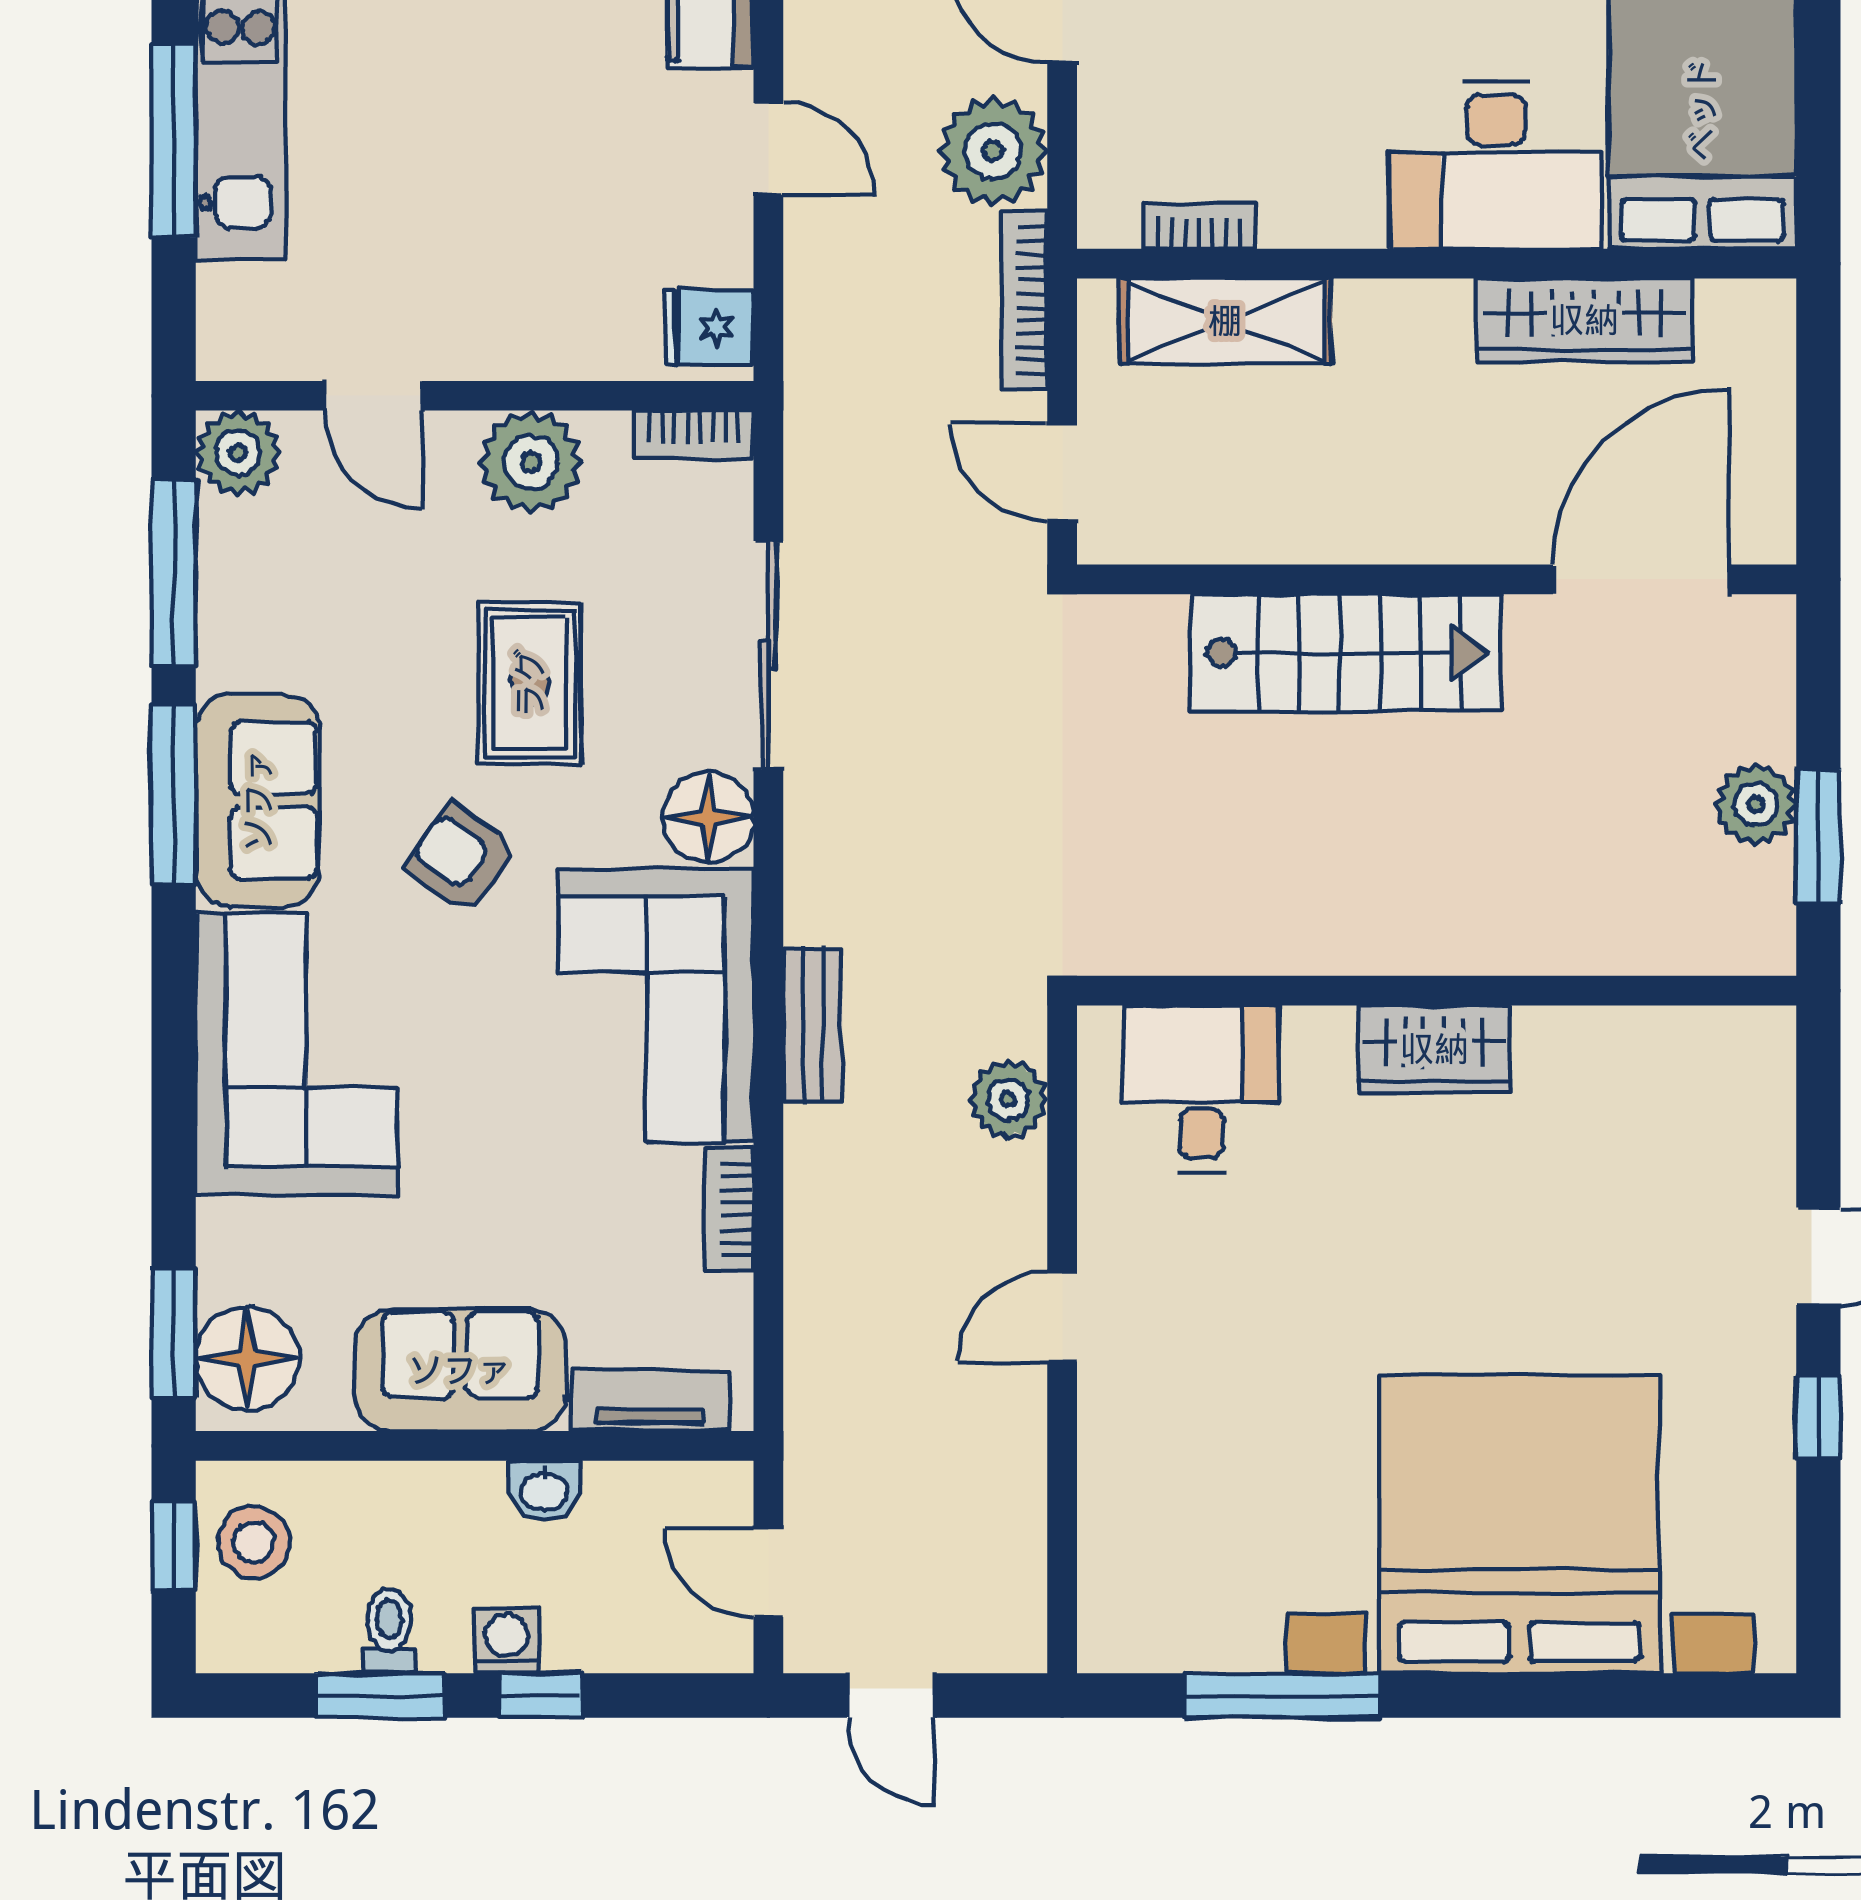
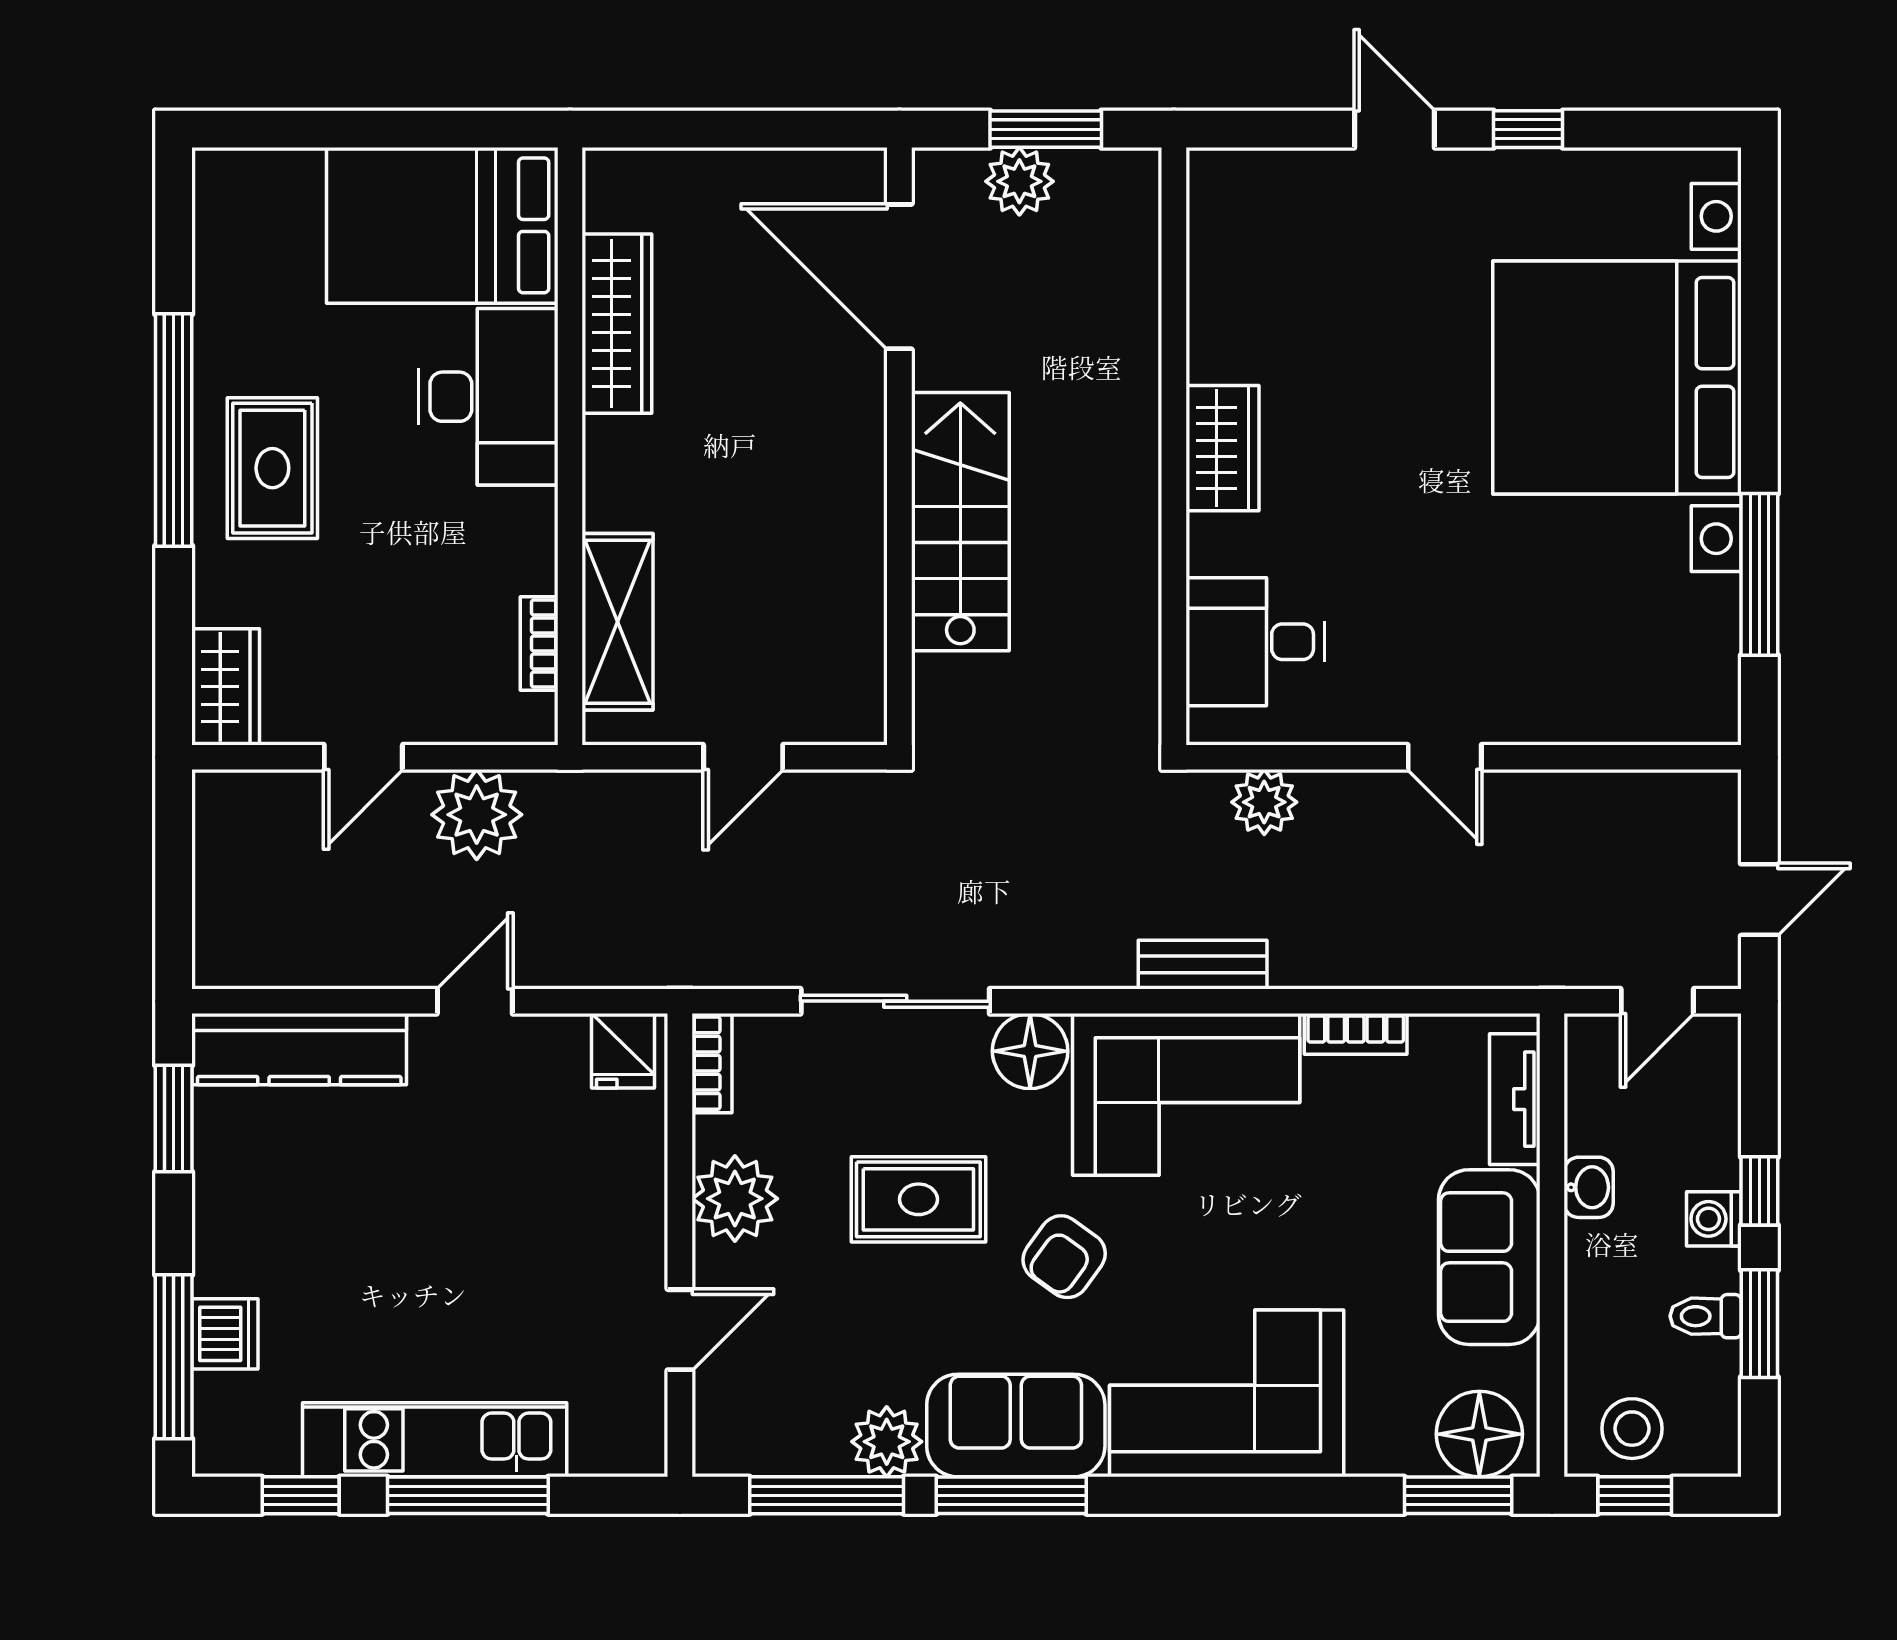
bookcase: (1025, 300) -> (601, 788), removed
plant: (238, 453) -> (887, 1442), moved
wall: (1437, 579) -> (899, 446), moved
door: (1641, 579) -> (899, 277), moved
stairs: (1346, 653) -> (960, 522), moved

